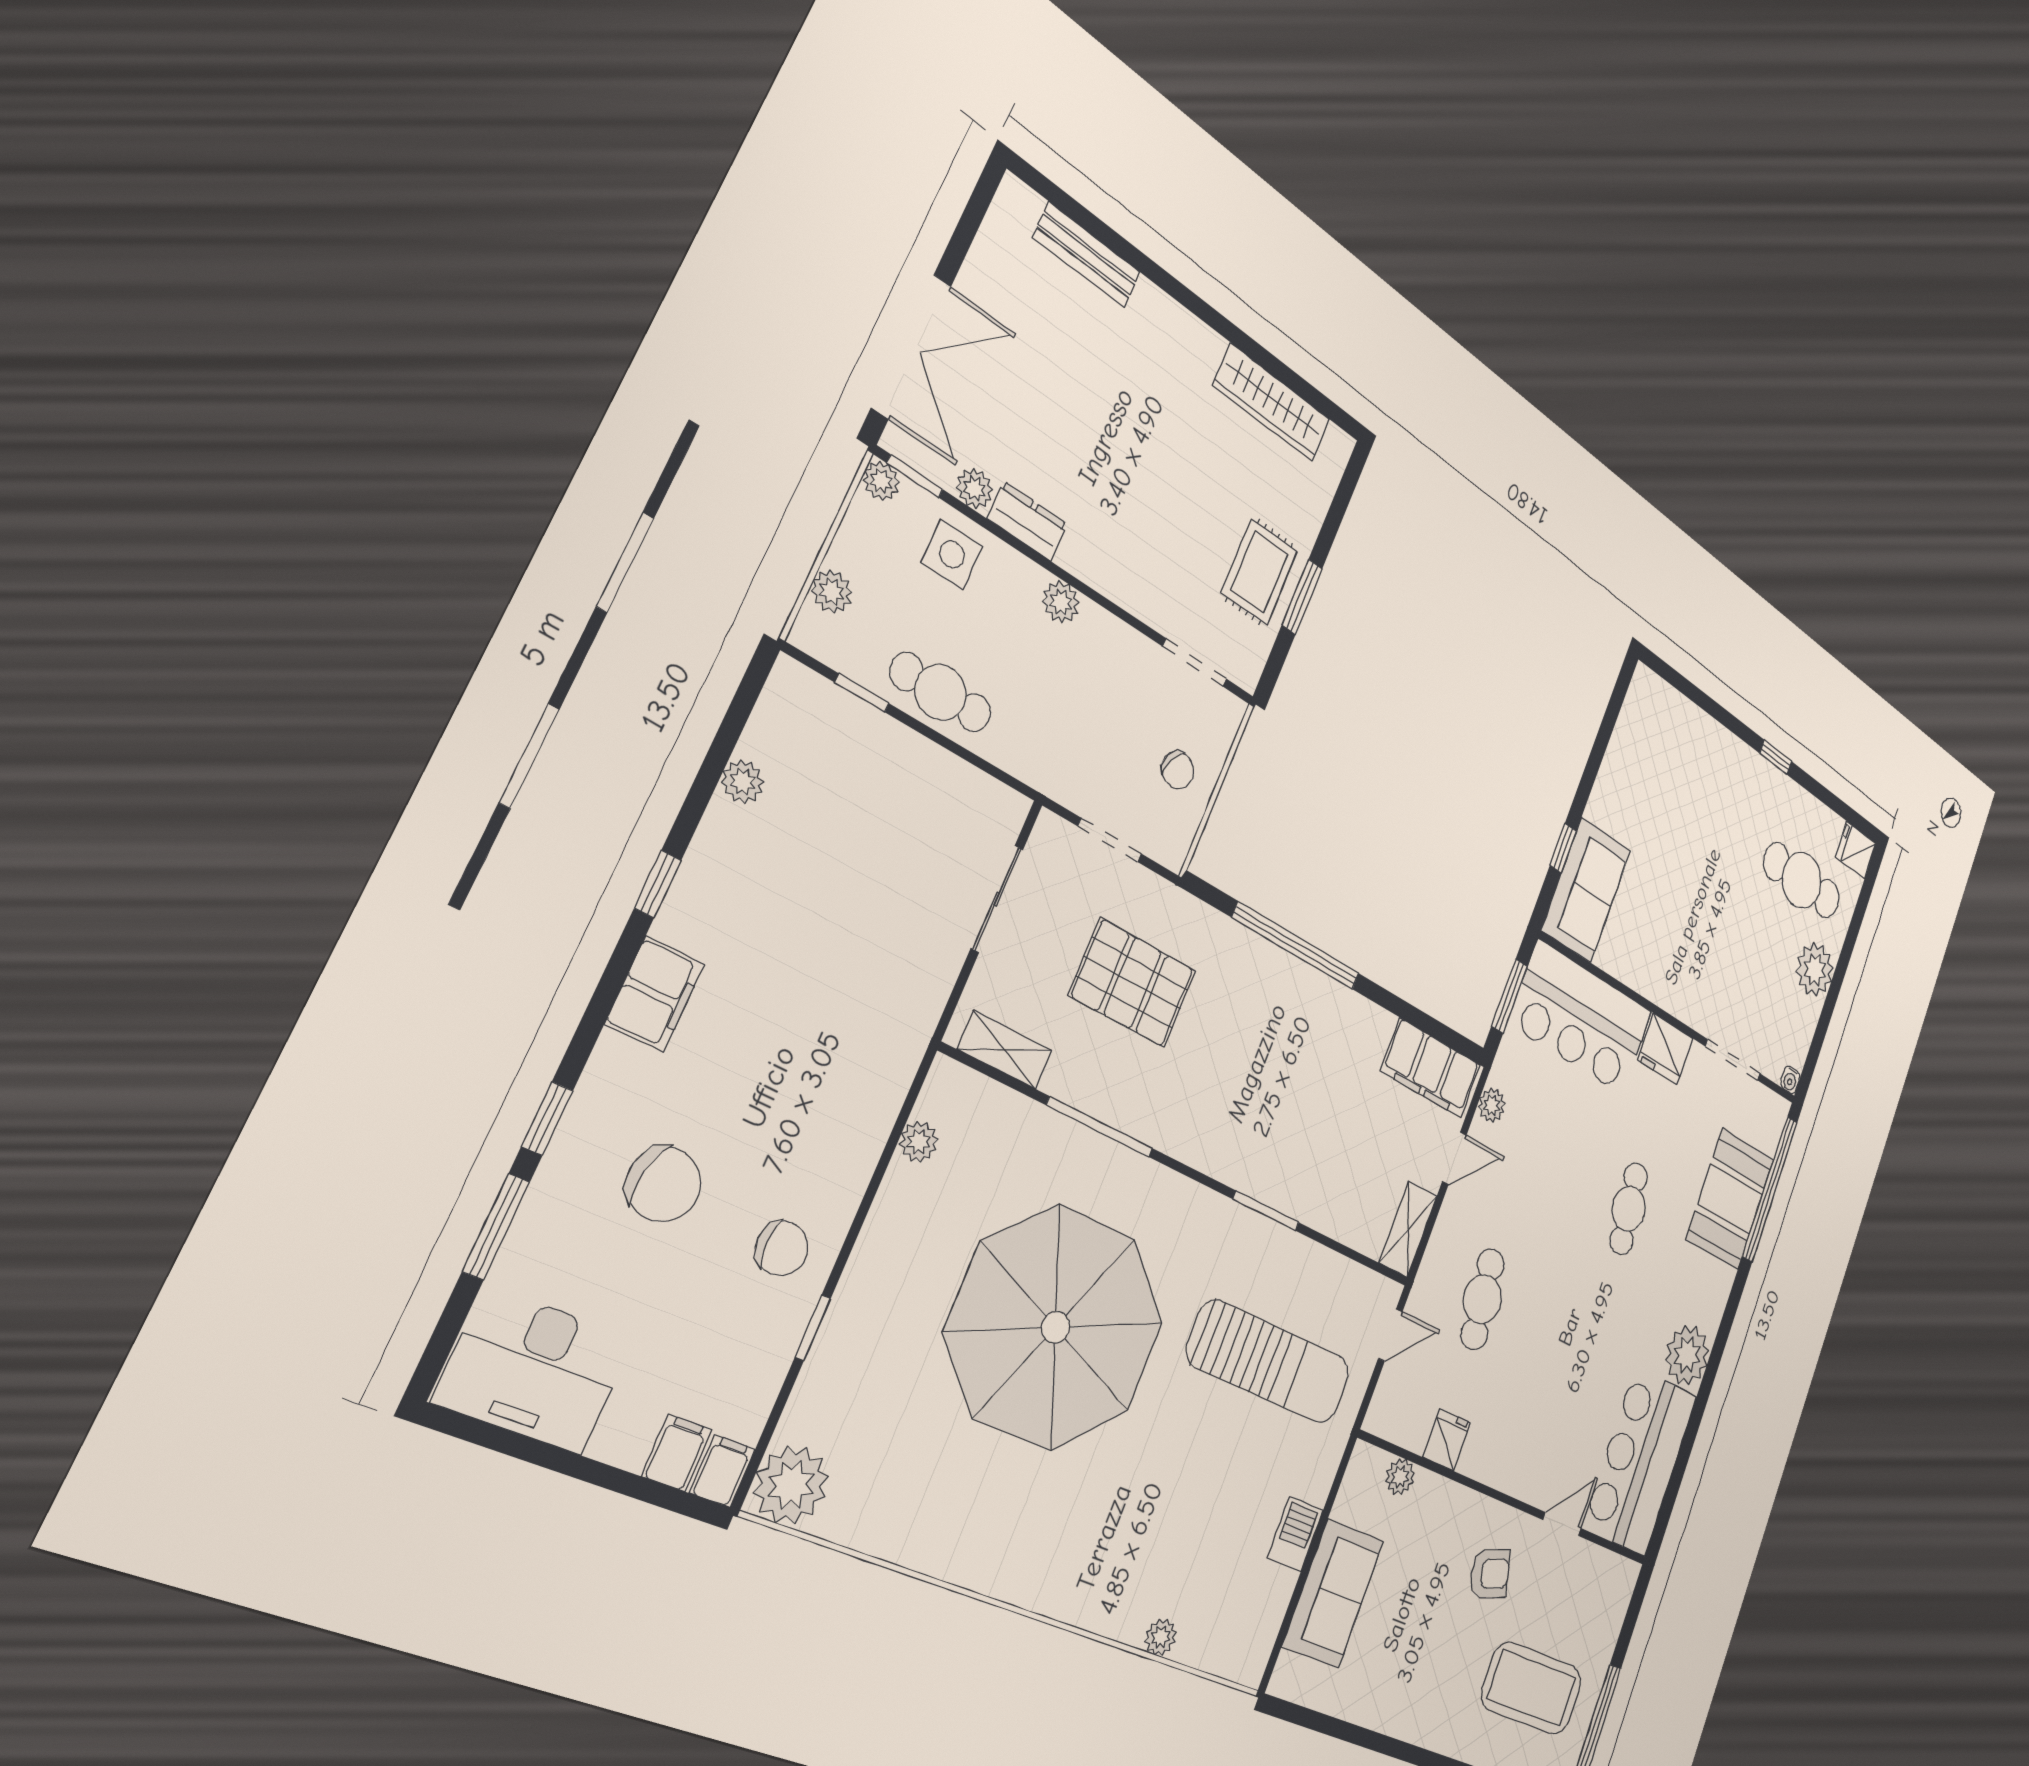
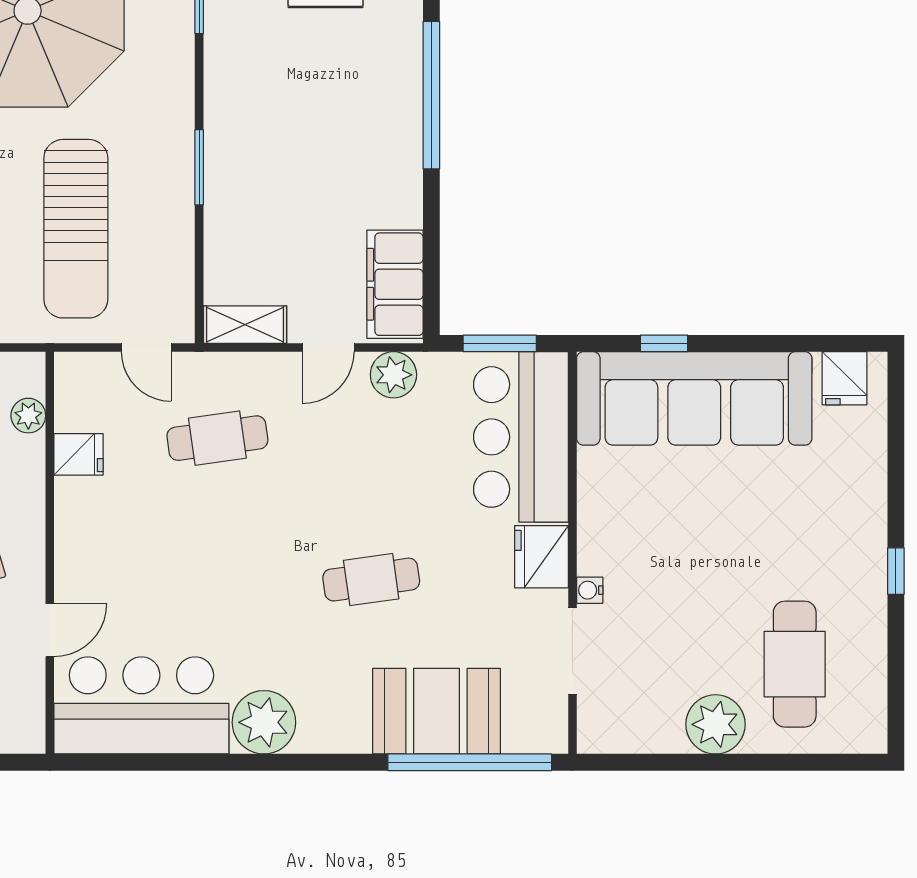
fridge: (1856, 850) -> (844, 378), moved, turned 180
sofa: (1586, 890) -> (694, 398), width x1.85, depth x1.27
water cooler: (1790, 1080) -> (590, 590), moved
plant: (1492, 1105) -> (393, 375), width x1.38, depth x1.38
door: (1454, 1158) -> (328, 348), hinge flipped
door: (1562, 1524) -> (50, 630), hinge flipped

